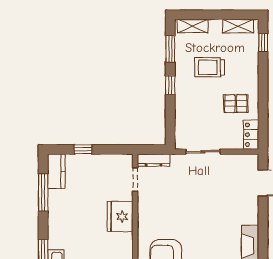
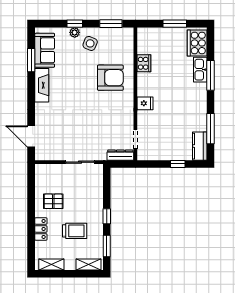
window: (263, 43) -> (31, 251), removed
locker: (251, 135) -> (41, 229), moved
fridge: (120, 217) -> (145, 103), width x0.53, depth x0.75

